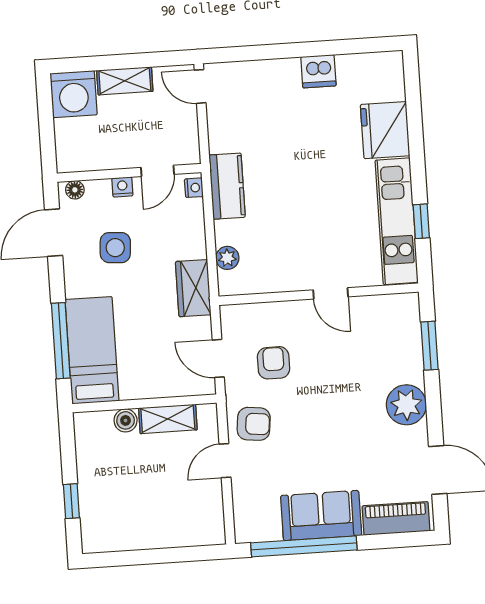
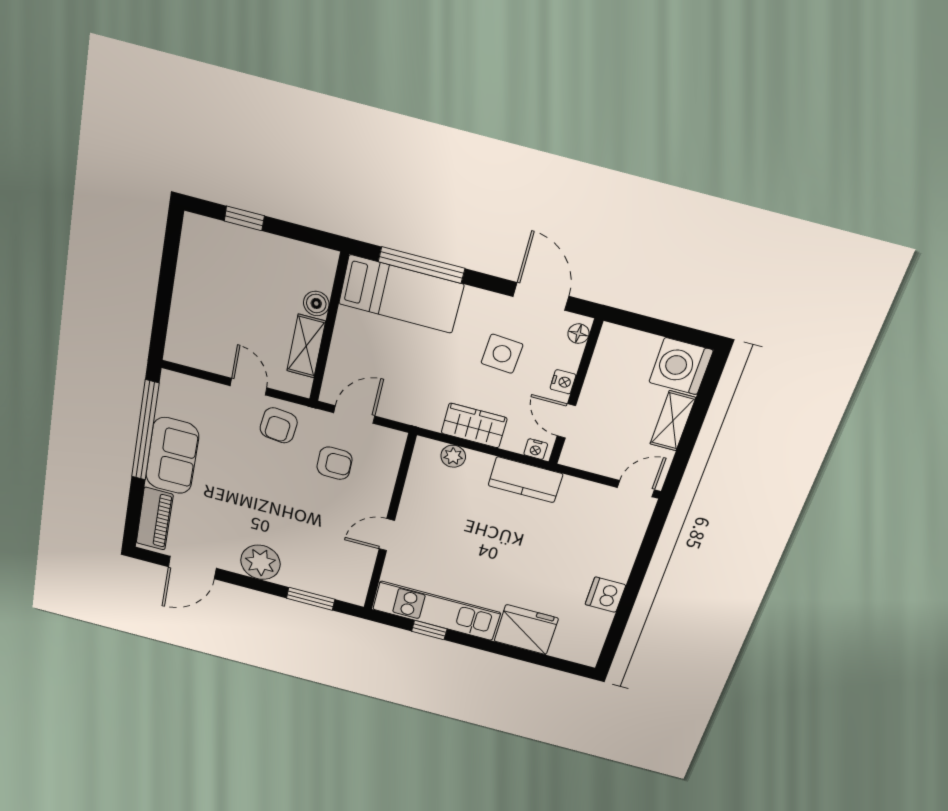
wardrobe: (193, 288) -> (474, 426), moved

